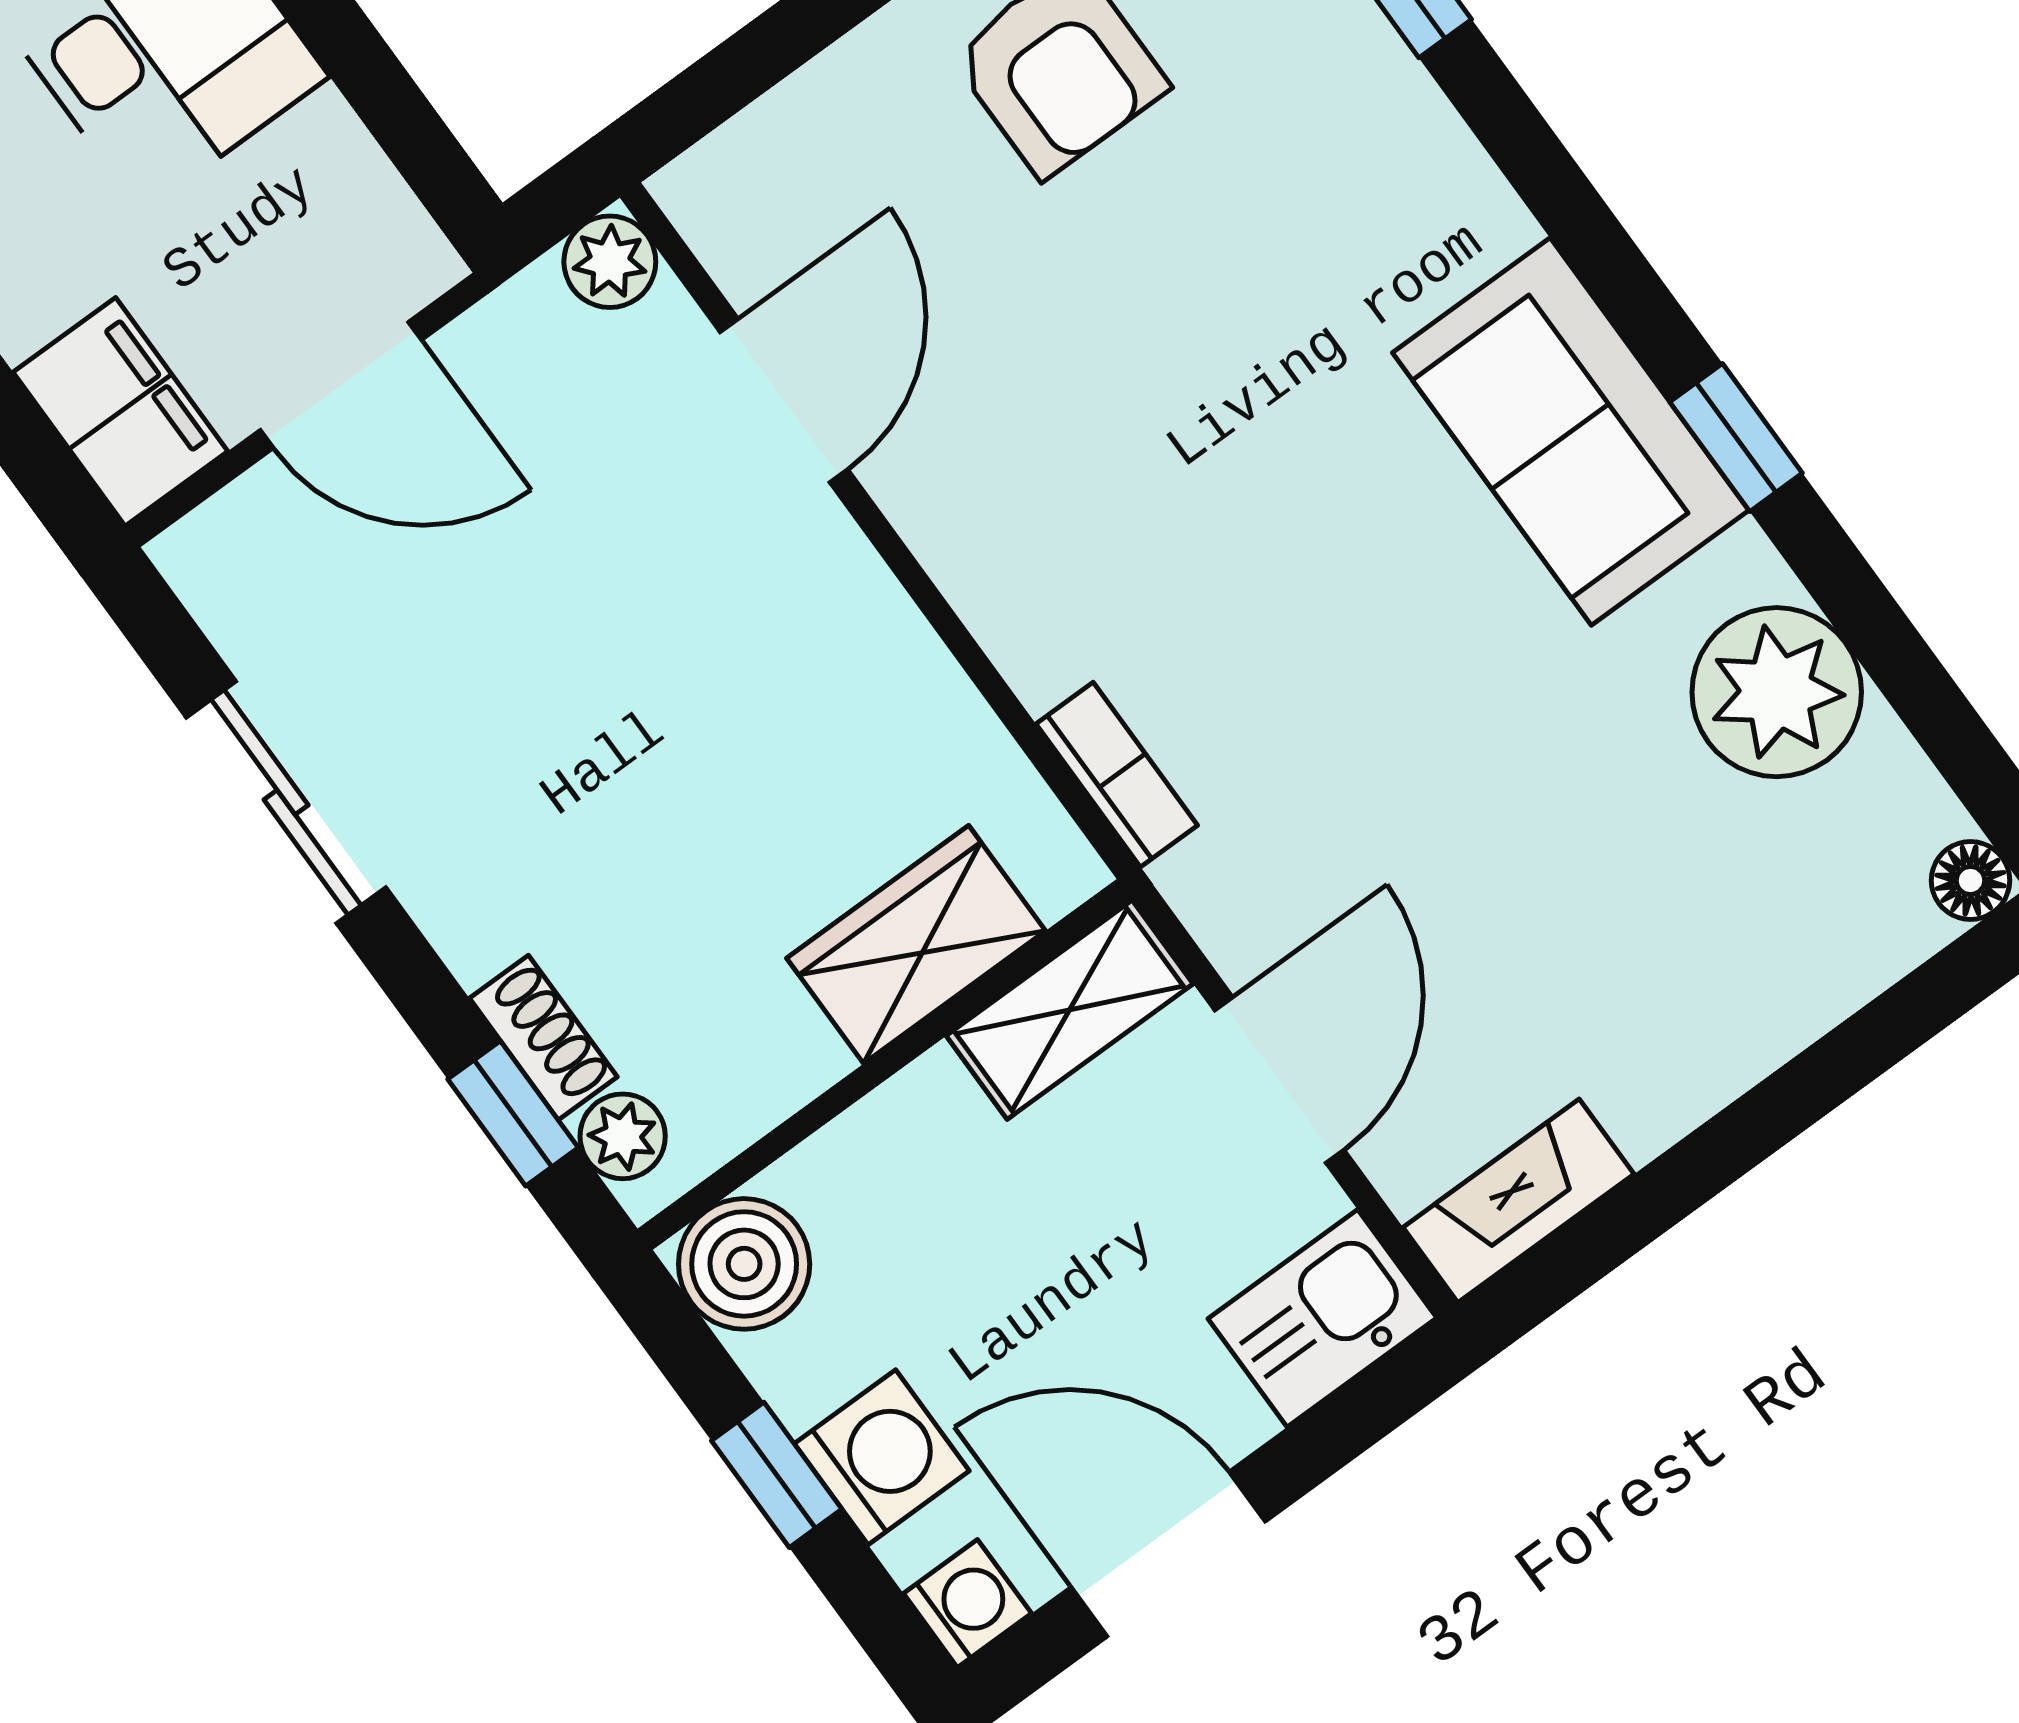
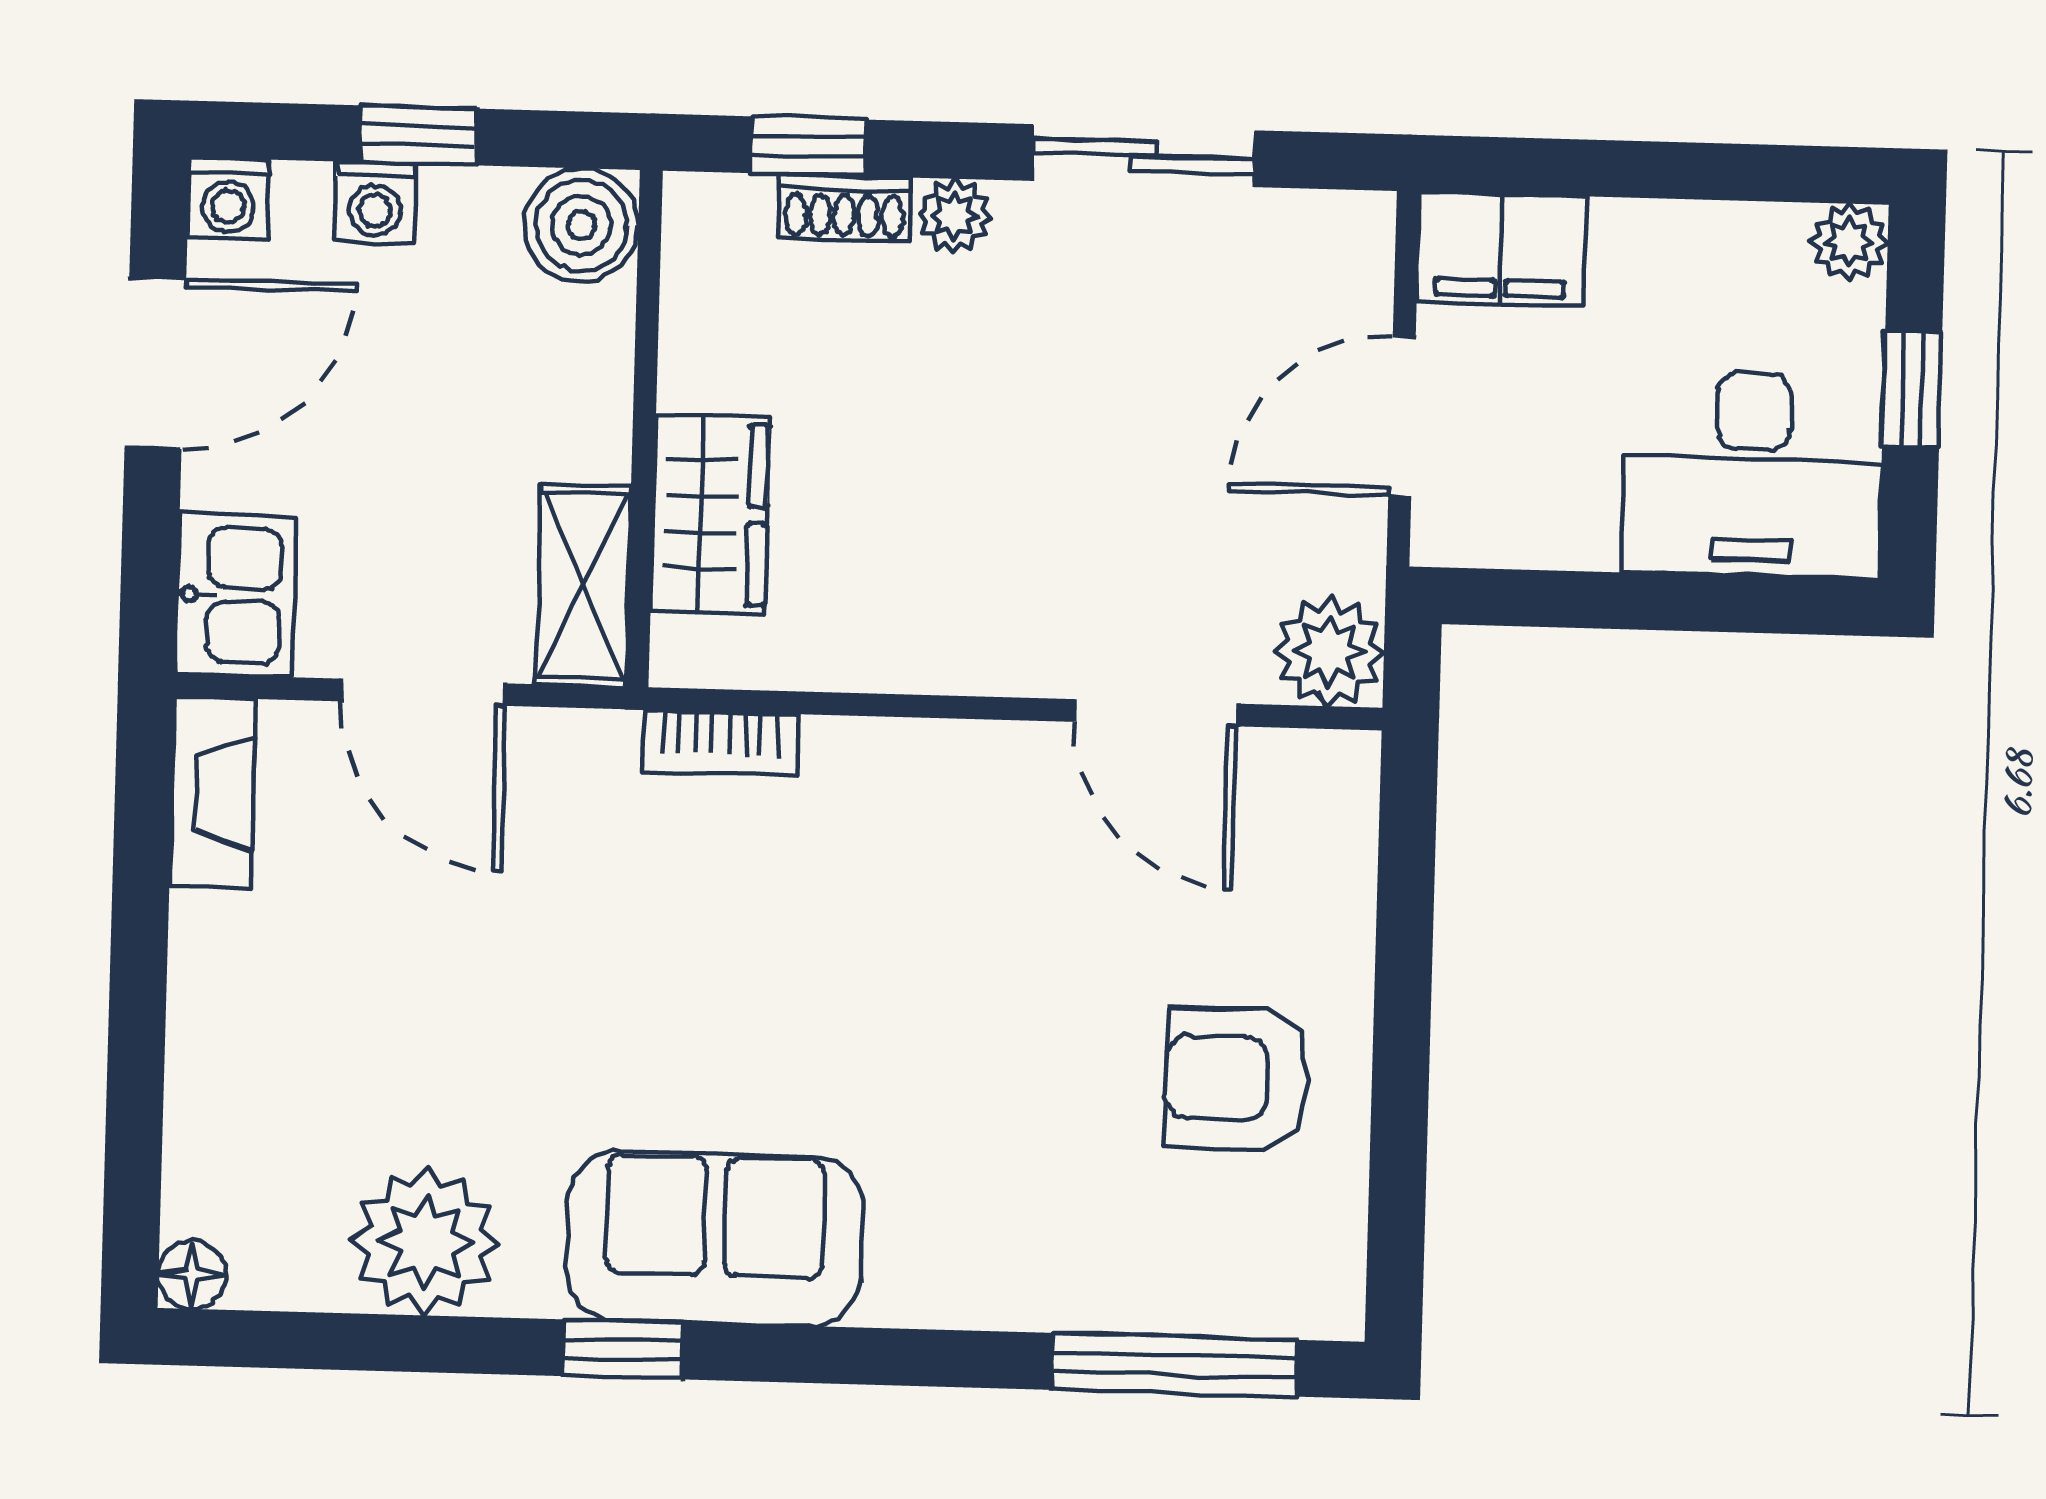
plant: (610, 262) -> (1329, 651), width x1.38, depth x1.38
plant: (623, 1136) -> (954, 216), moved
washing machine: (882, 1457) -> (375, 202), width x0.73, depth x0.73

